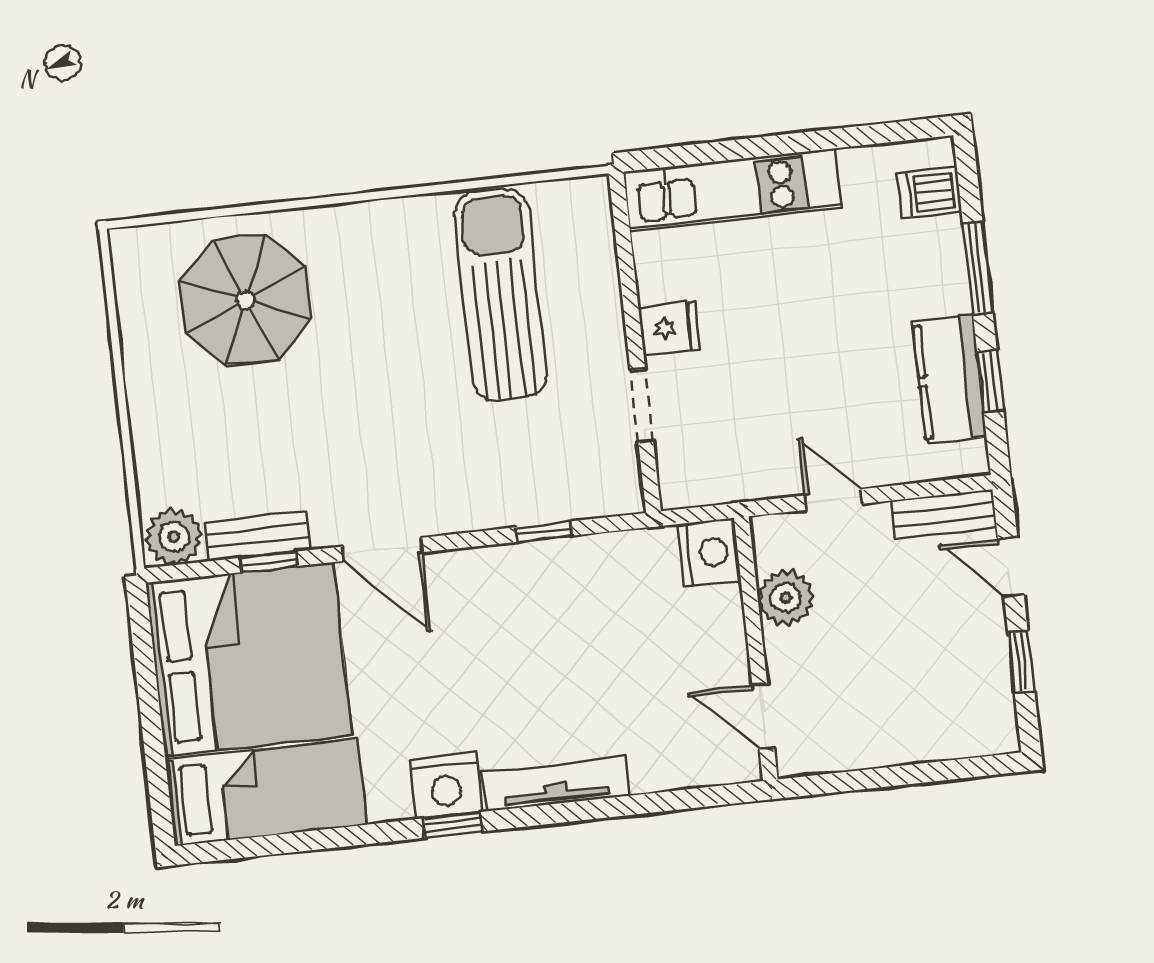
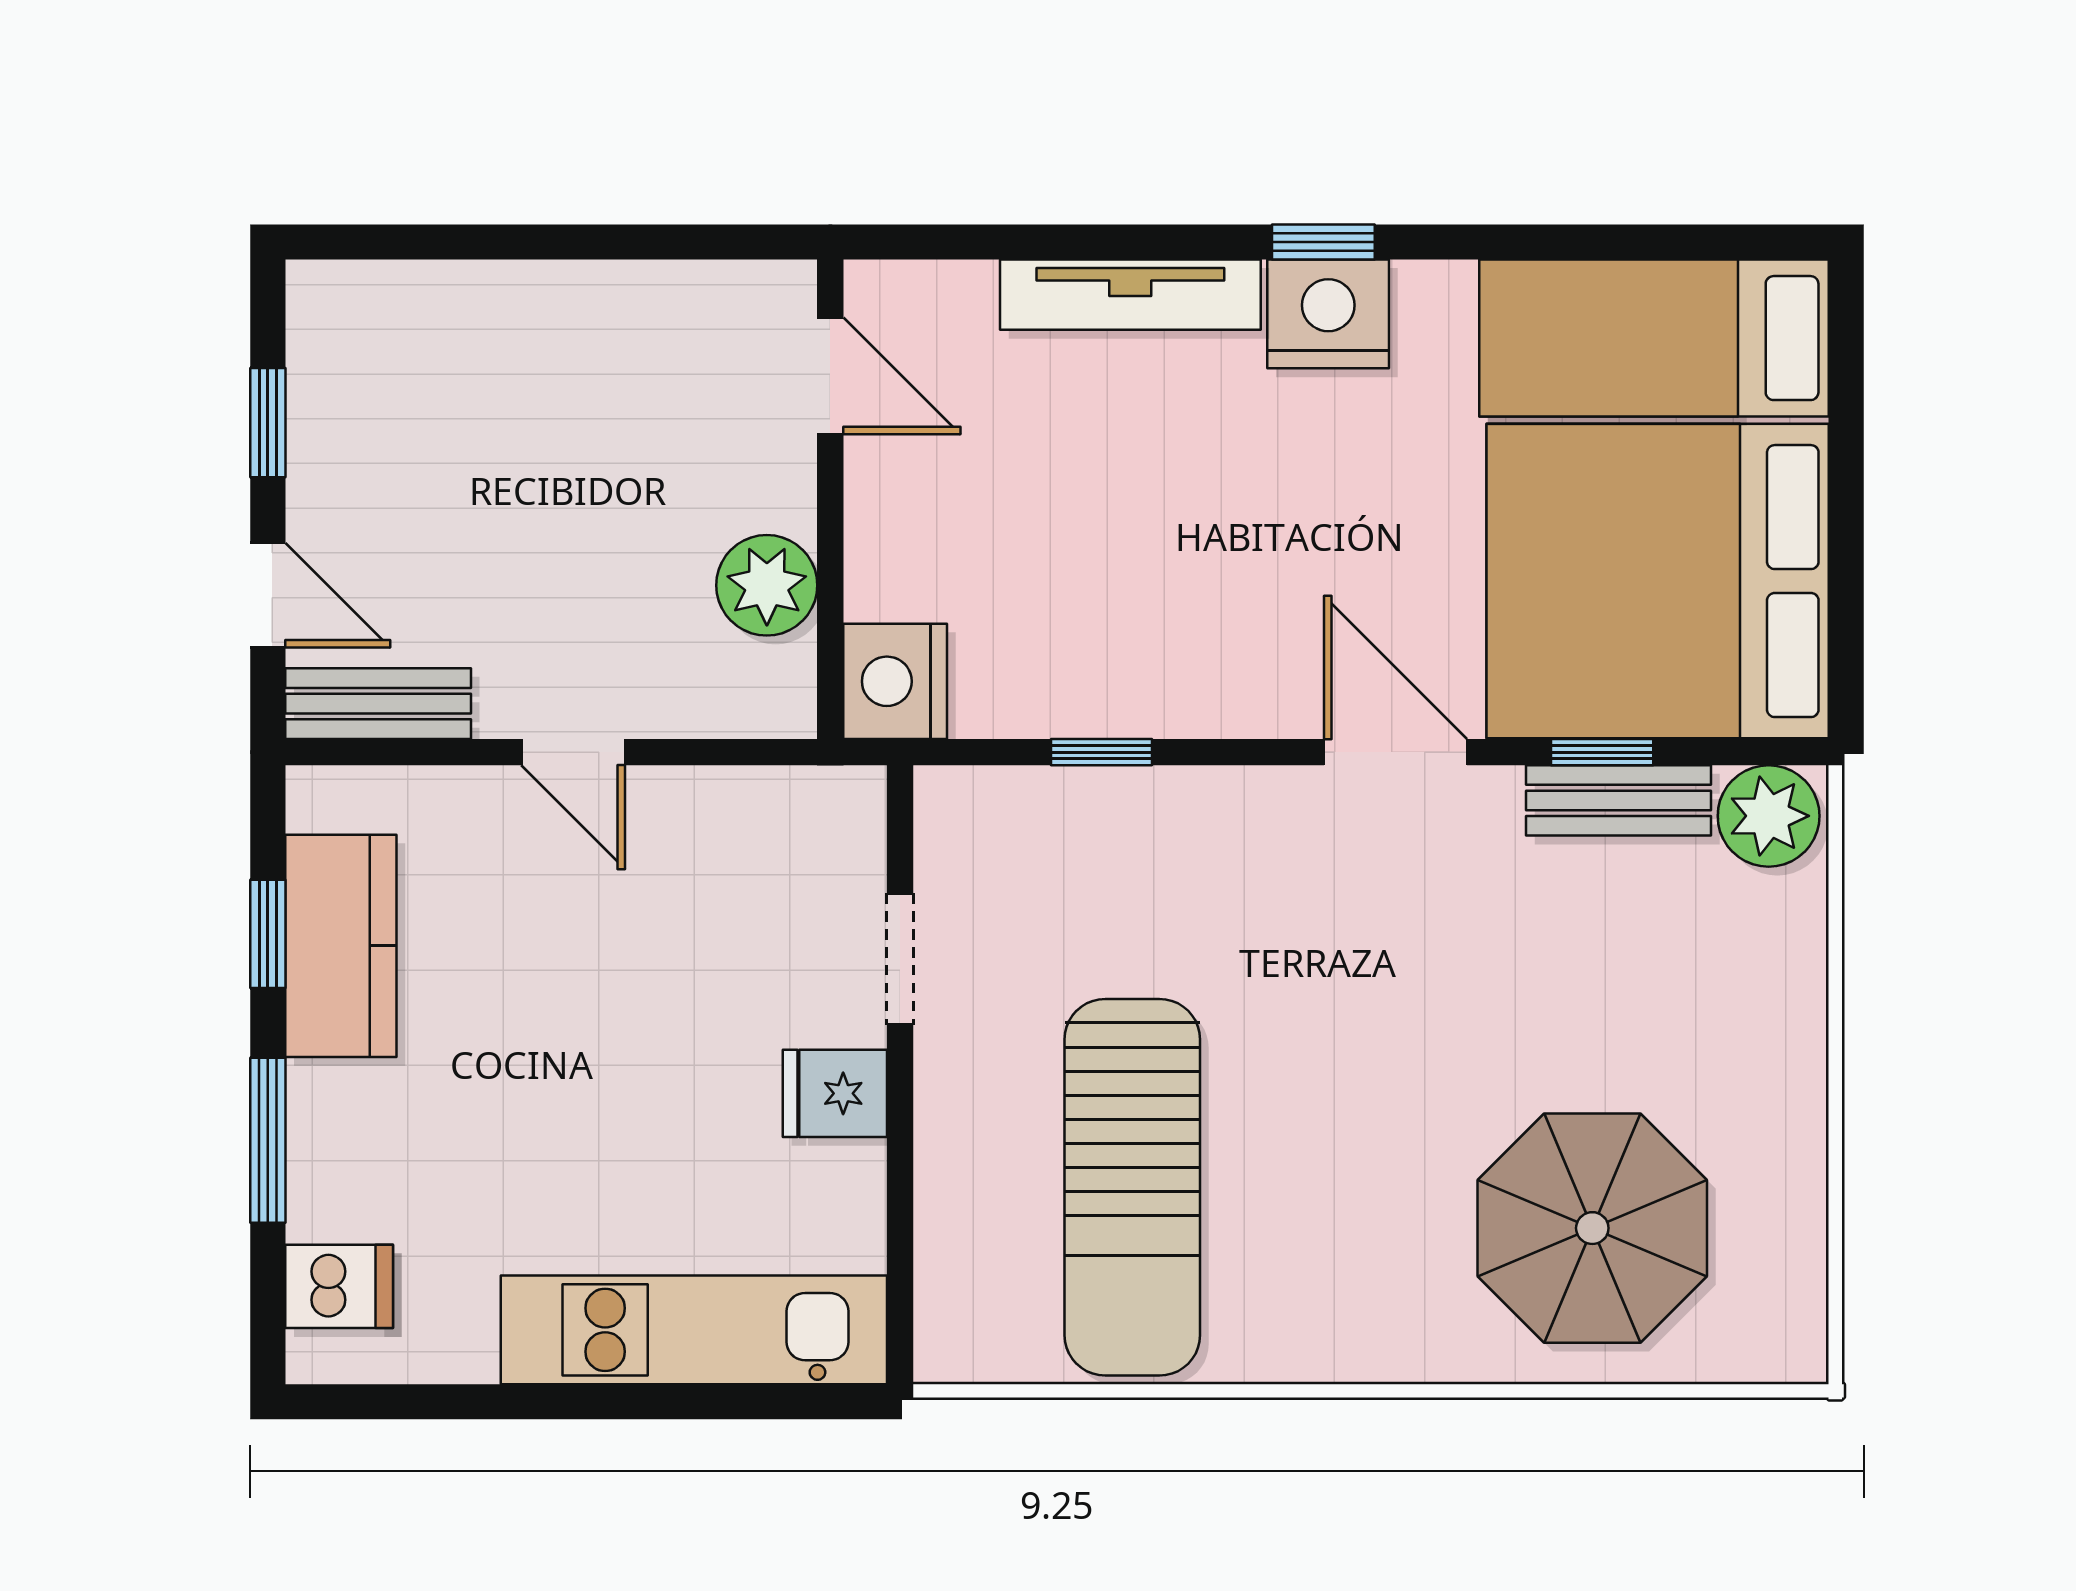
nightstand: (709, 553) -> (895, 681), moved
plant: (785, 598) -> (767, 585), moved
wall: (756, 649) -> (830, 499), moved
door: (763, 716) -> (830, 376), moved

